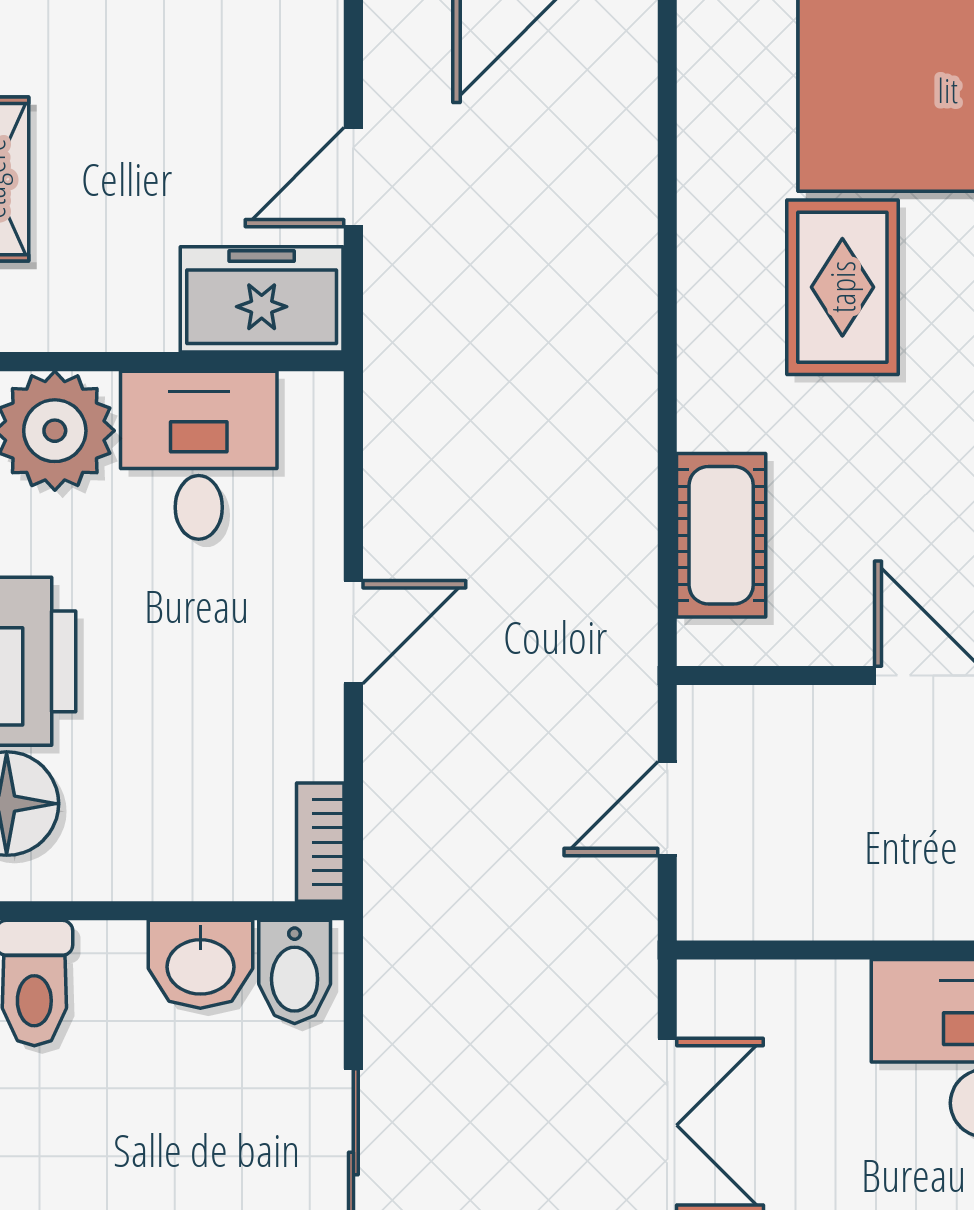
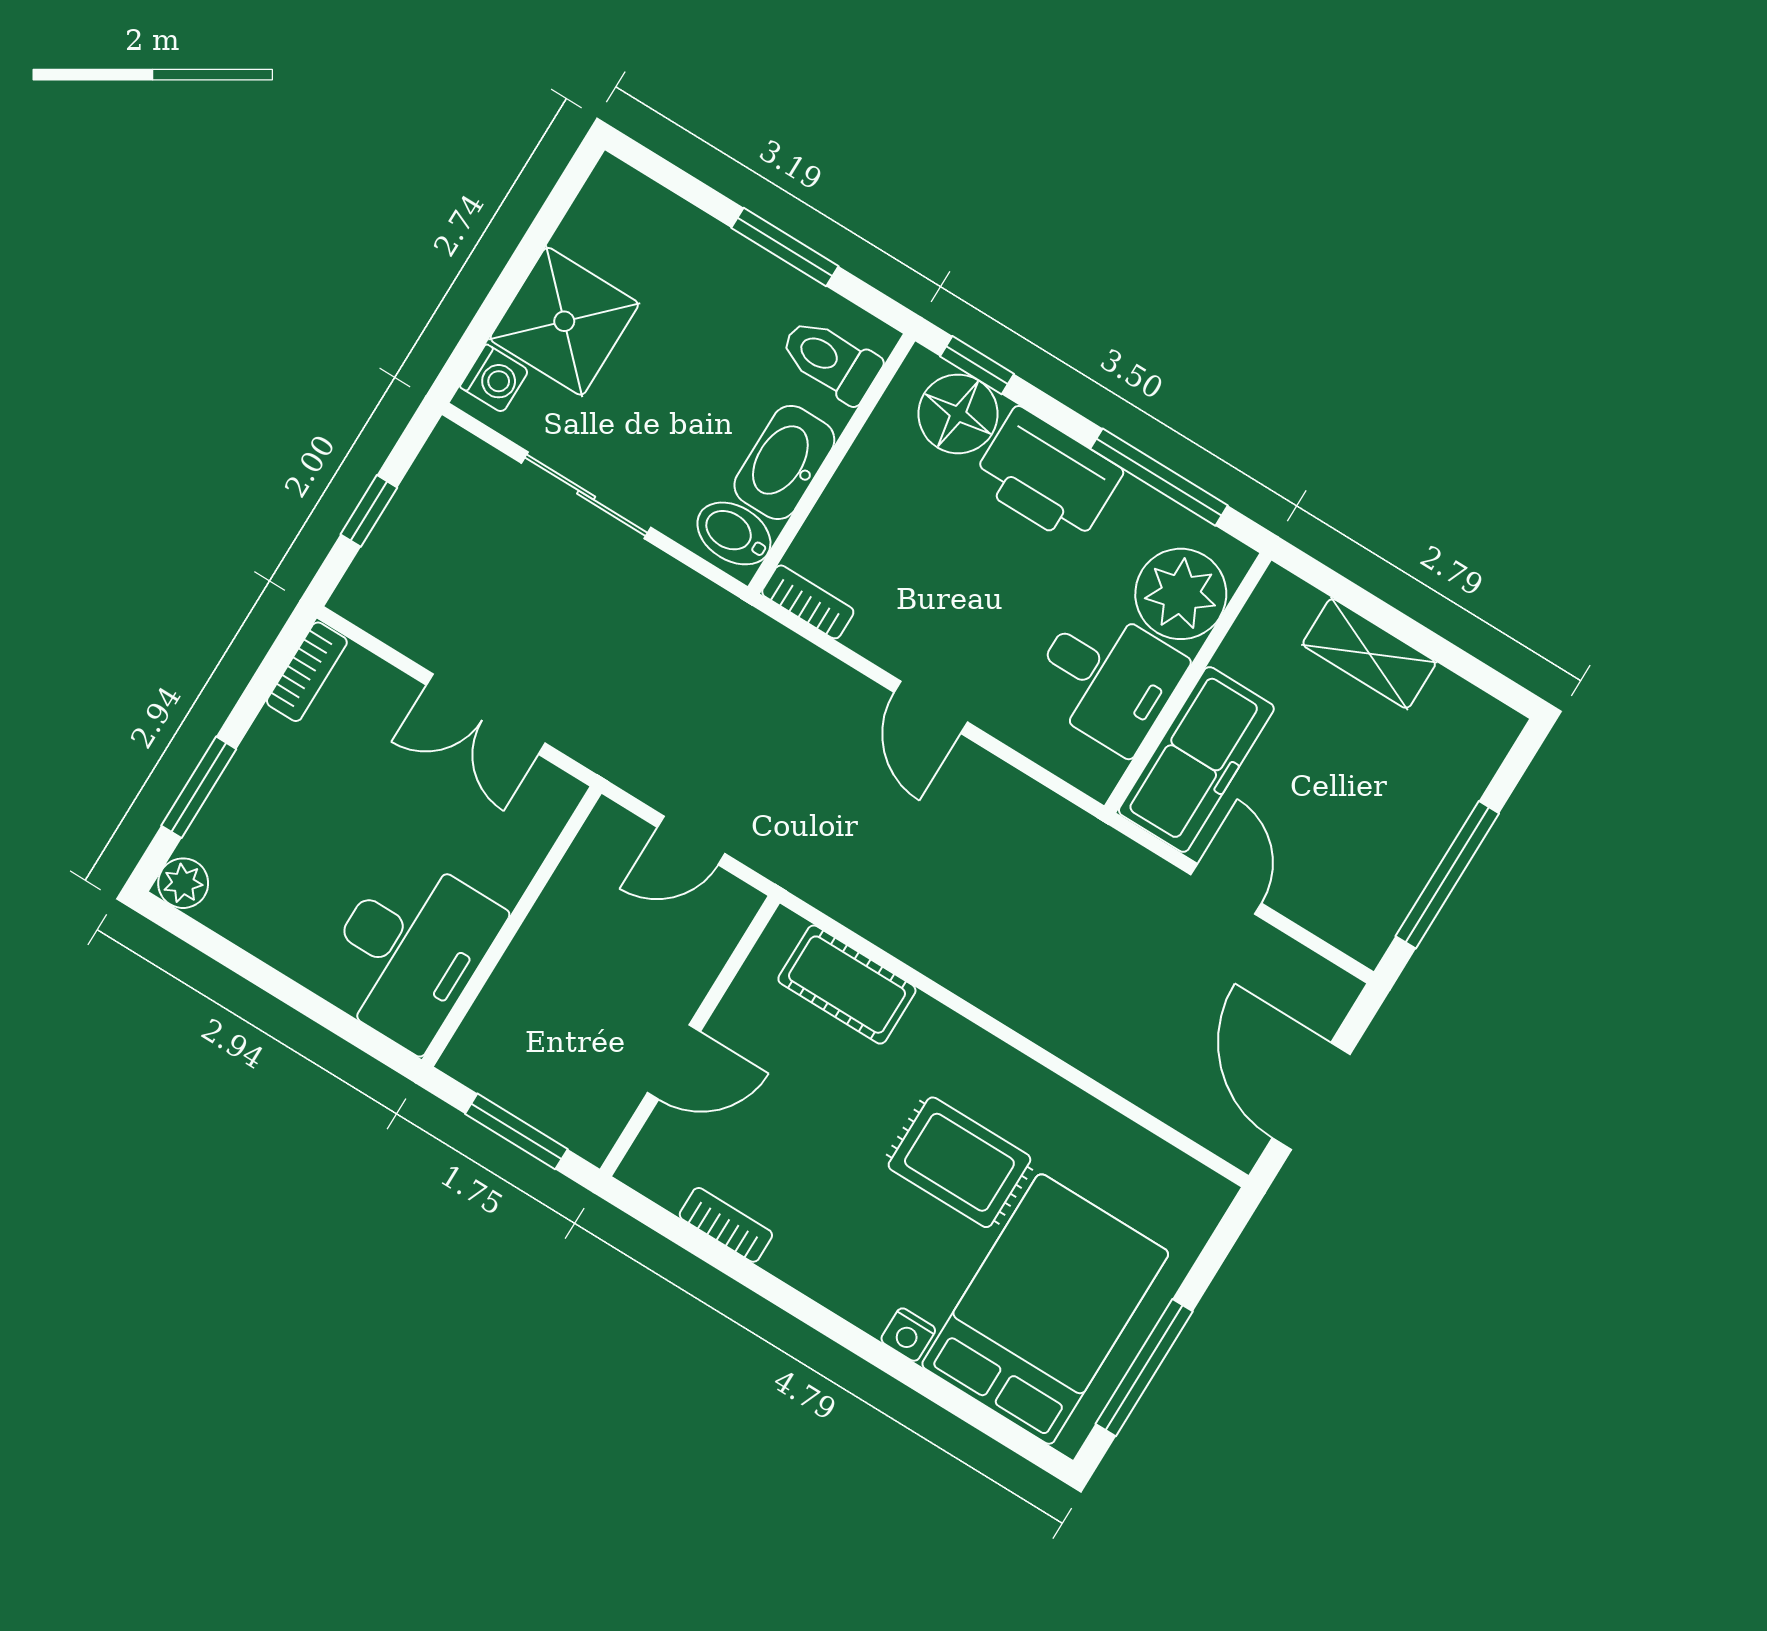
freezer: (262, 299) -> (1196, 759), width x1.40
door: (667, 809) -> (691, 840), swing flipped
washbasin: (200, 964) -> (784, 462), width x1.38

